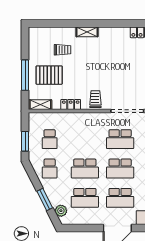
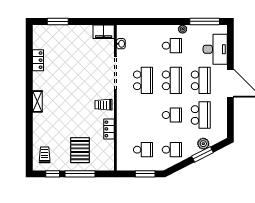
shelving: (87, 32) -> (37, 101), moved
window: (25, 47) -> (53, 174), added
trolley: (62, 50) -> (45, 155), moved
shelving: (40, 105) -> (109, 159), removed
school desk: (85, 168) -> (172, 115), width x0.54
plant: (61, 211) -> (203, 144), moved

